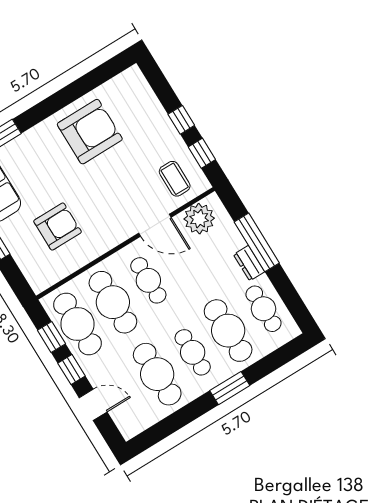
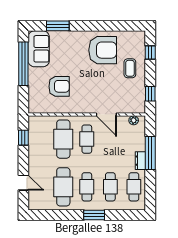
window: (181, 120) -> (150, 53), moved
coffee table: (175, 179) -> (130, 68), moved
plant: (199, 219) -> (134, 120), width x0.53, depth x0.53
cafe table: (77, 324) -> (40, 139), removed
cafe table: (228, 331) -> (110, 187), width x0.73, depth x0.74
window: (71, 370) -> (23, 159), removed

